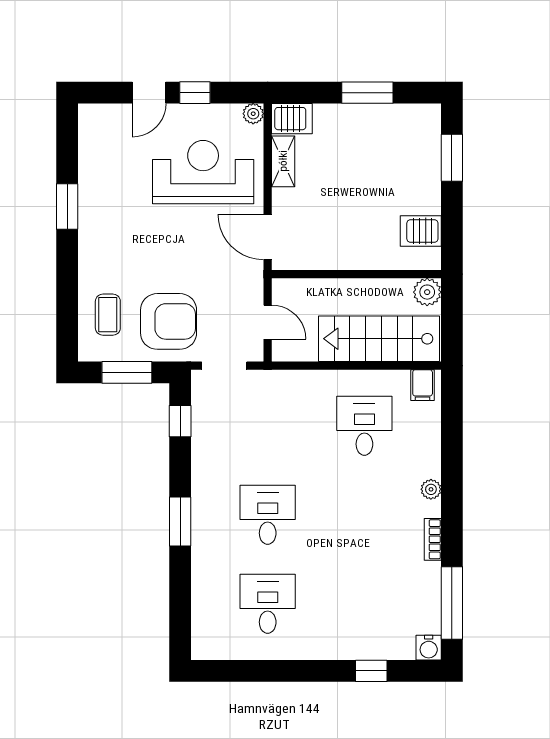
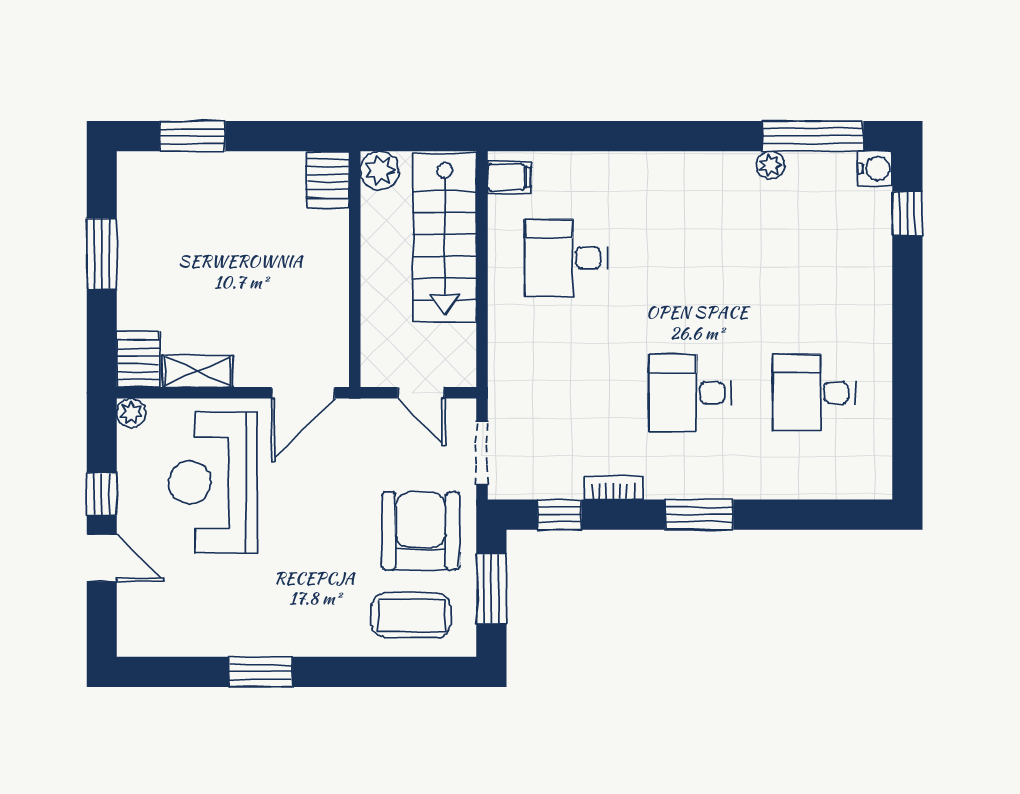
server rack: (421, 231) -> (328, 179), moved
coffee table: (108, 315) -> (411, 615), width x1.36, depth x1.30
door: (268, 322) -> (421, 393), swing flipped
plant: (431, 489) -> (770, 165), moved
bookcase: (433, 539) -> (613, 488), moved, turned 180
window: (371, 671) -> (907, 214), moved

